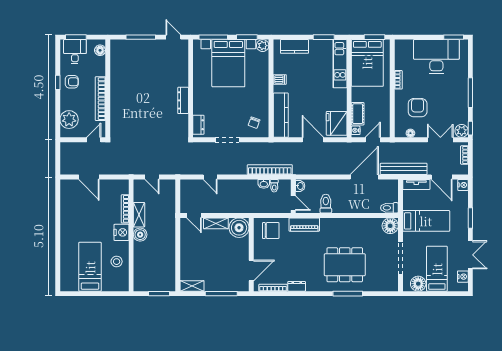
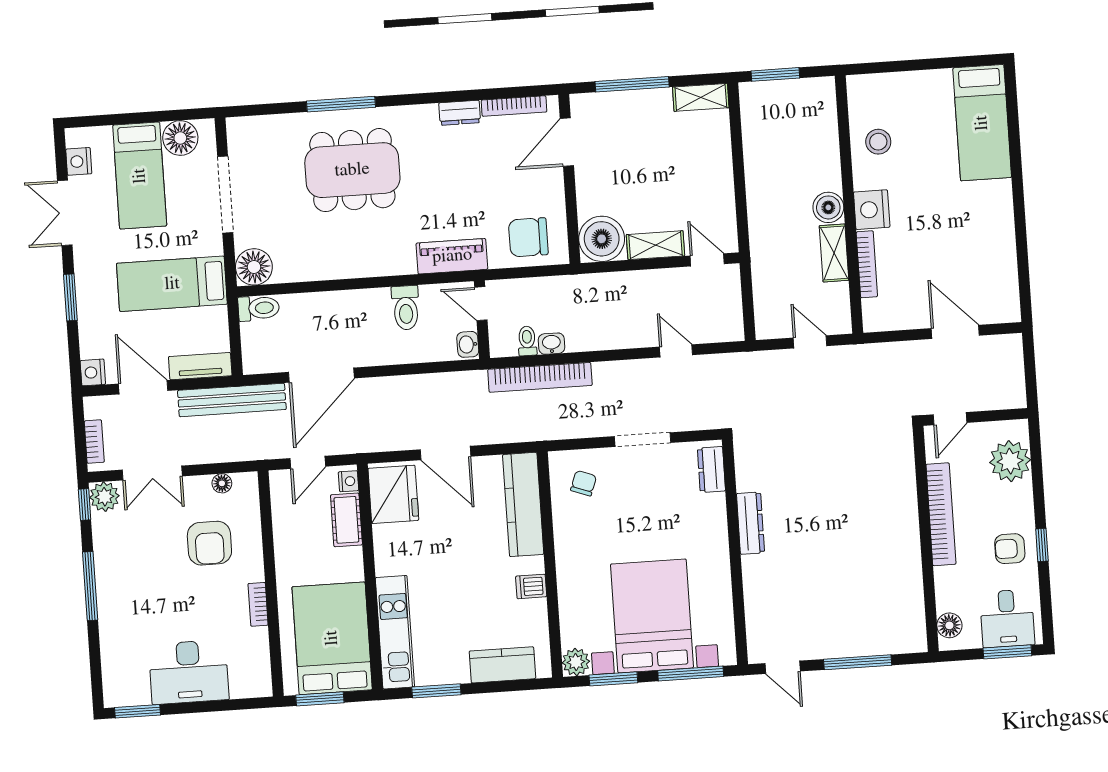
desk: (436, 57) -> (189, 672), width x0.73, depth x0.77
bed: (90, 267) -> (982, 123), moved

